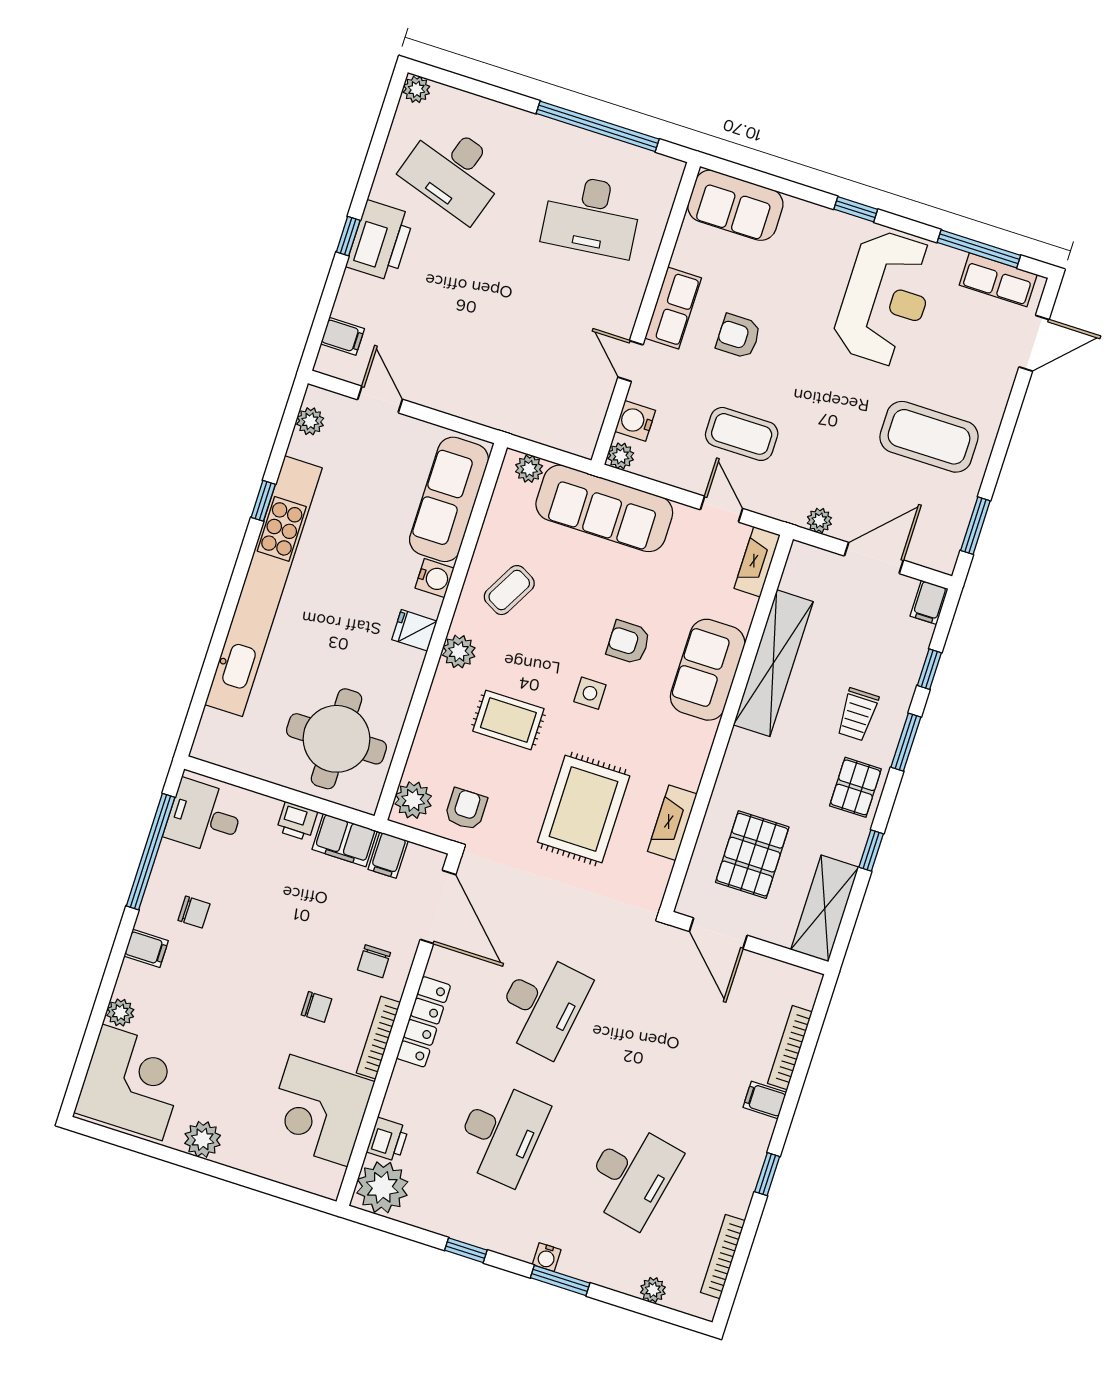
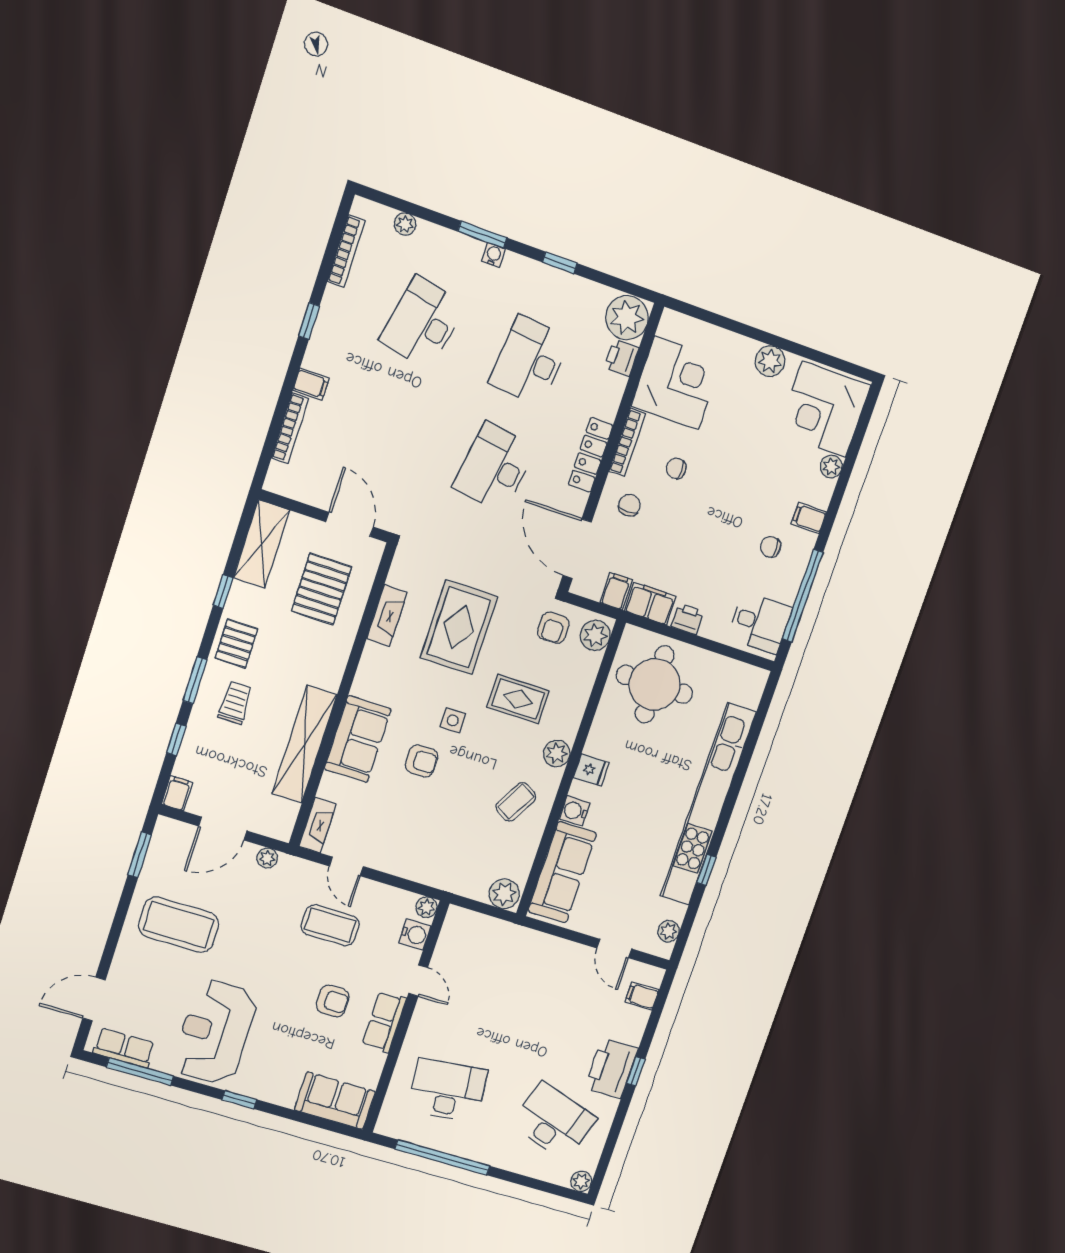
plant: (529, 469) -> (504, 894), width x1.38, depth x1.38
sofa: (604, 508) -> (440, 866), removed

